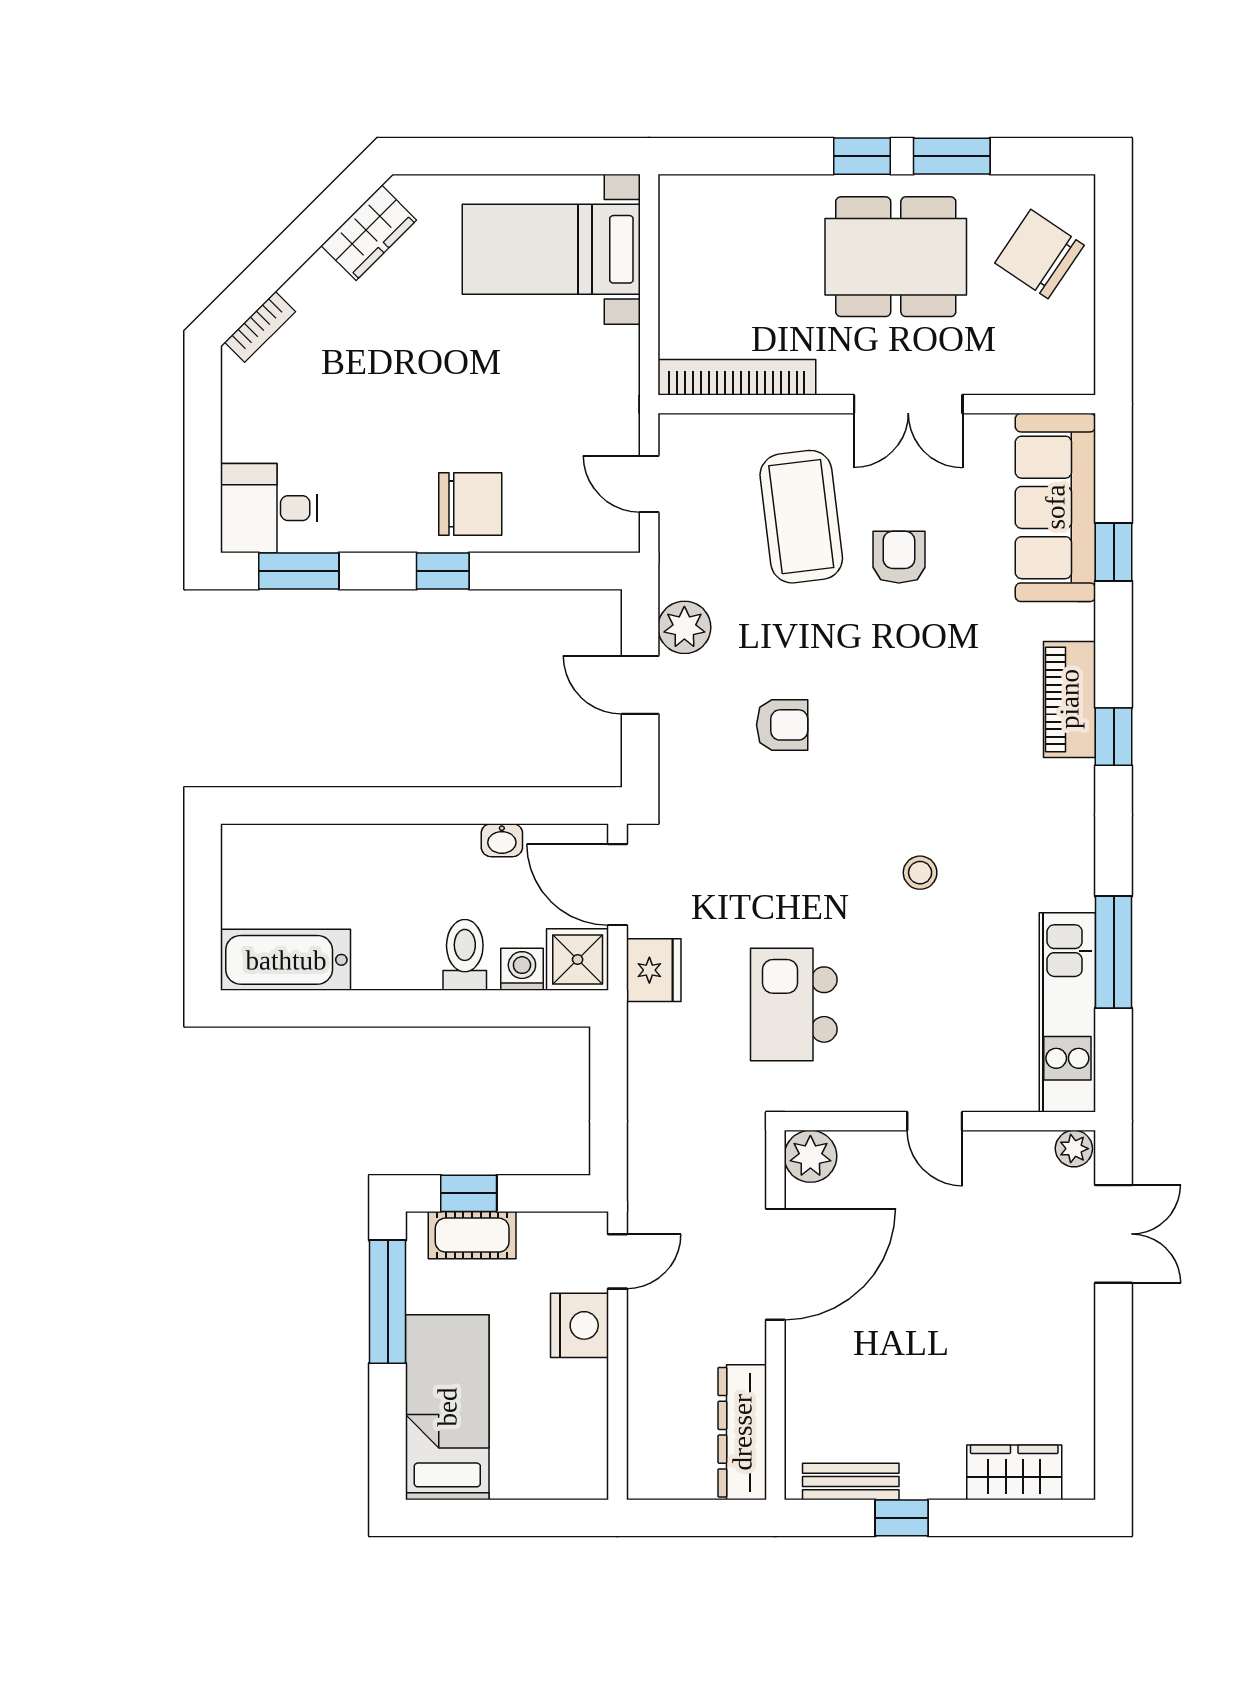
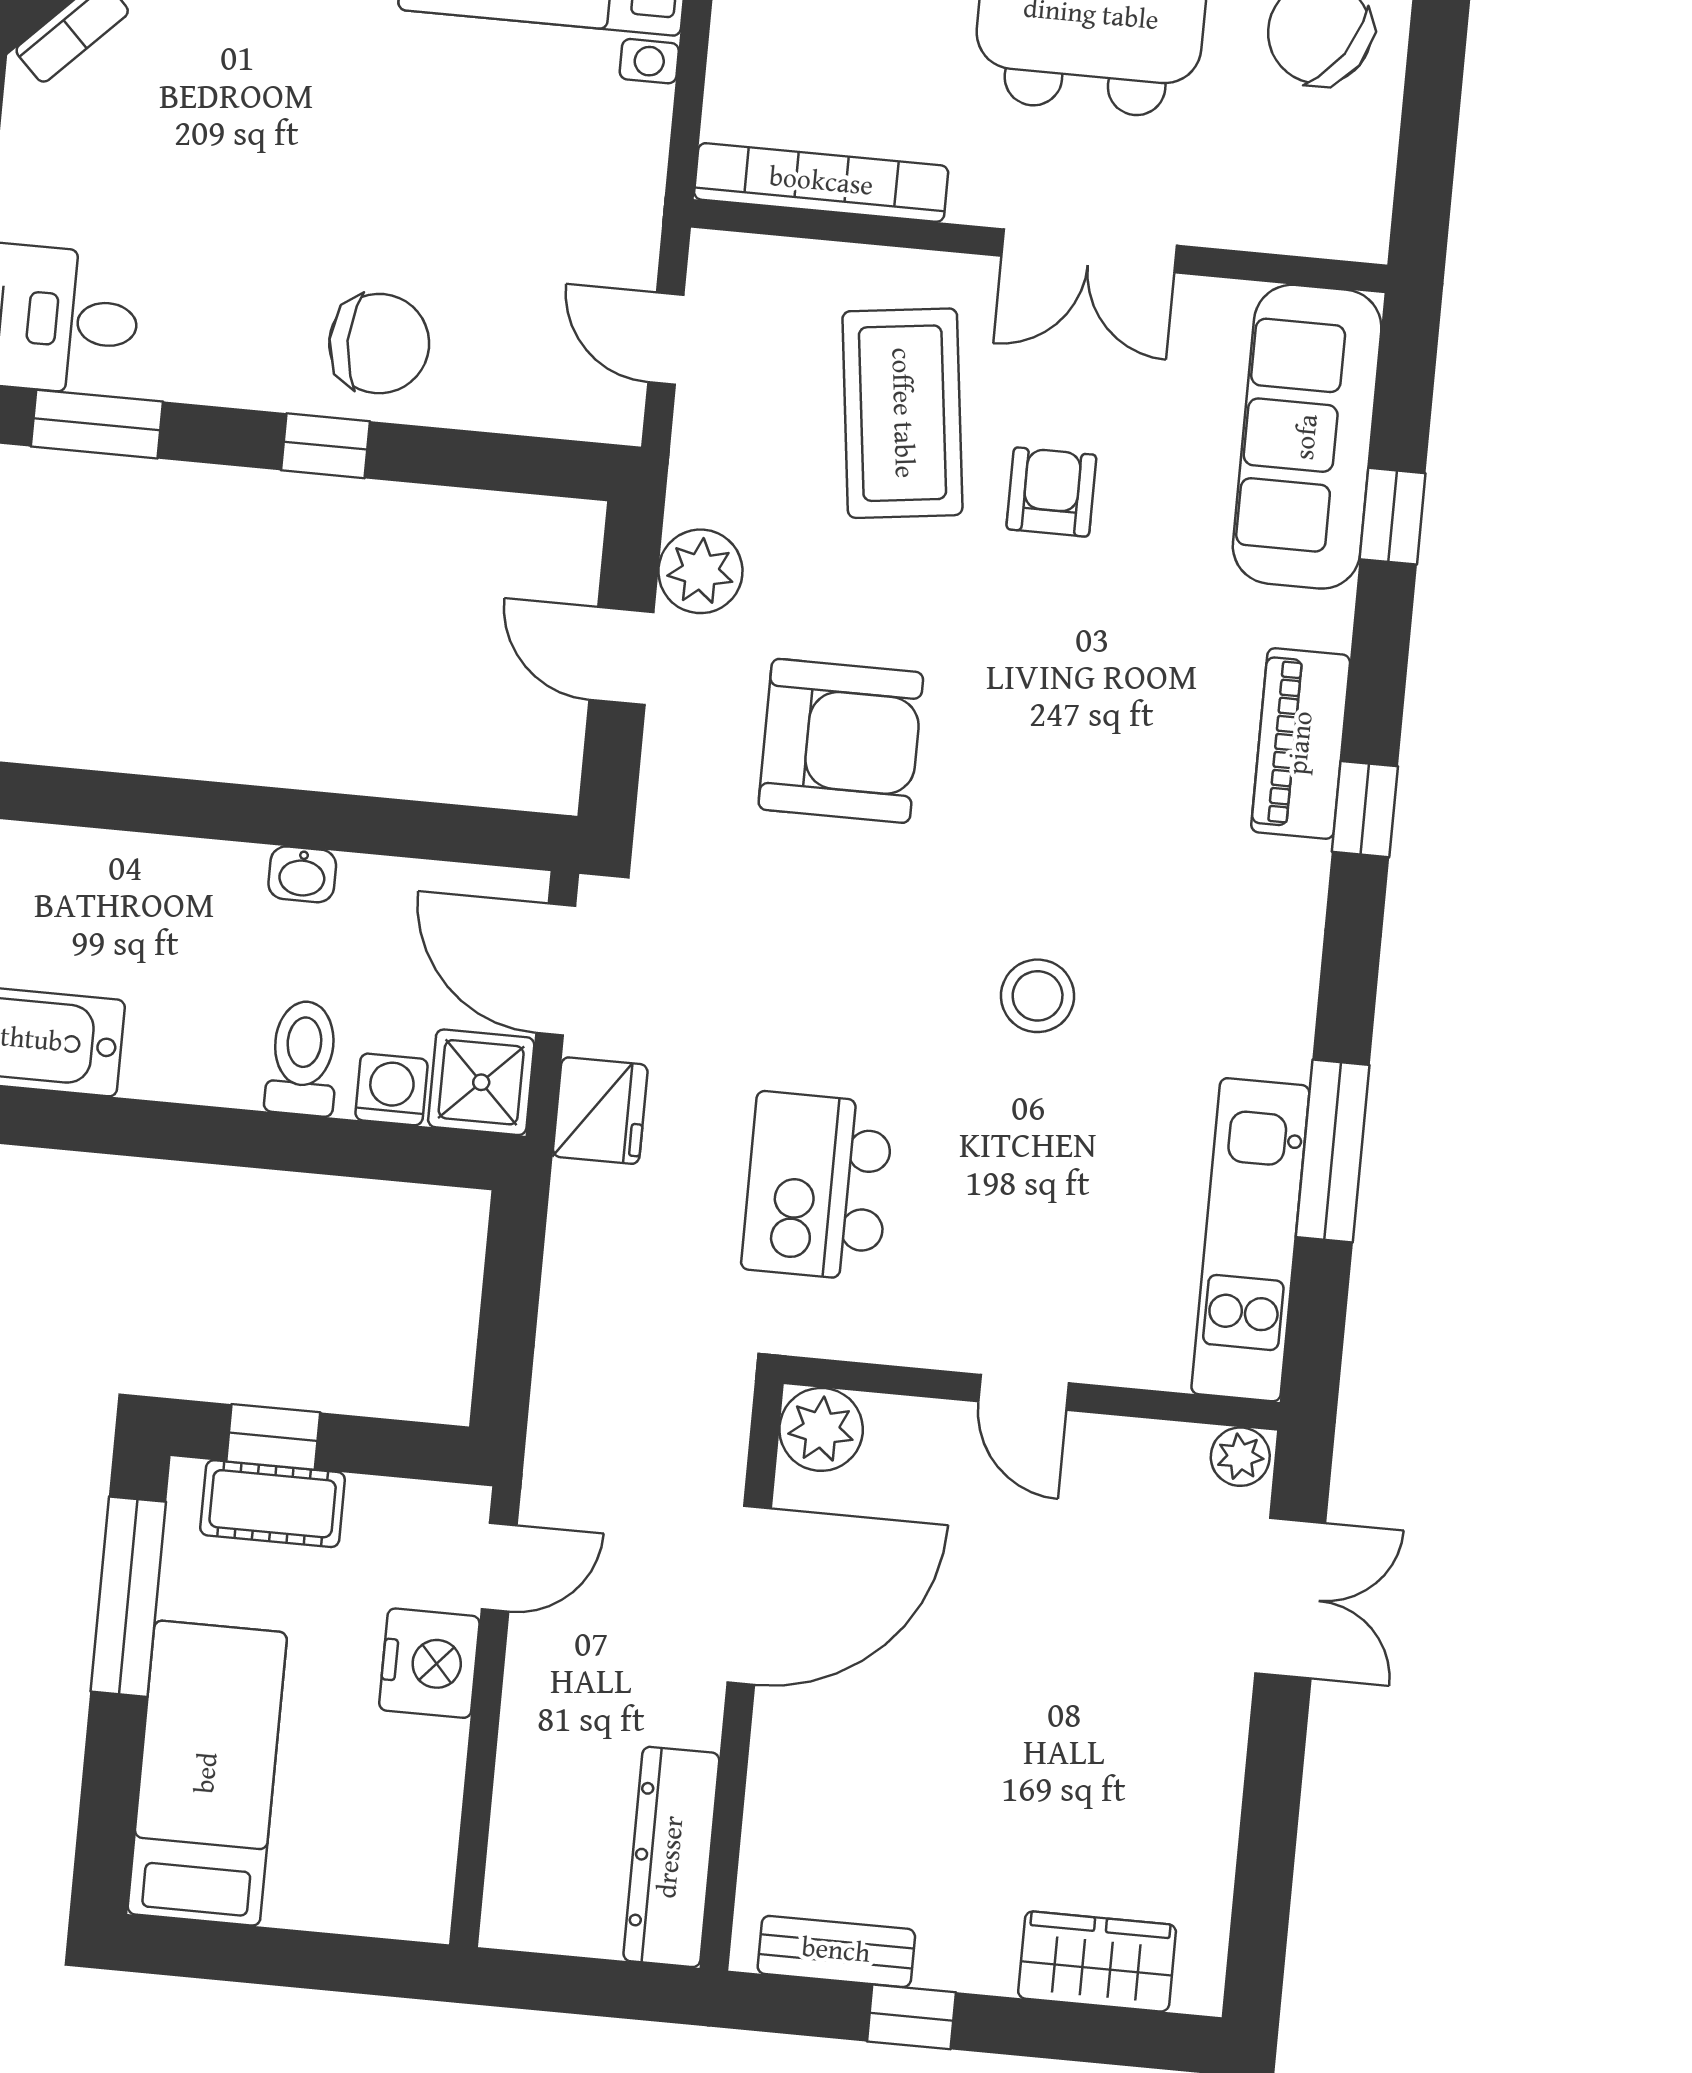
armchair: (782, 725) -> (841, 741), width x1.88, depth x1.88
washbasin: (502, 840) -> (302, 874), moved
stool: (920, 873) -> (1038, 996), width x1.37, depth x1.37

